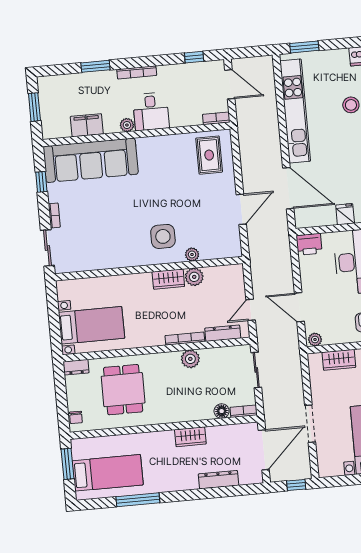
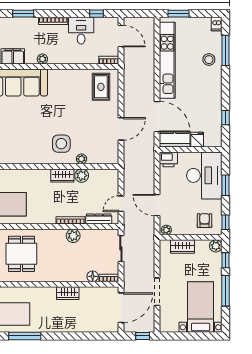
desk: (151, 111) -> (81, 31), moved, turned 180
kitchen counter: (315, 217) -> (175, 140), added
dresser: (218, 480) -> (86, 327), removed

